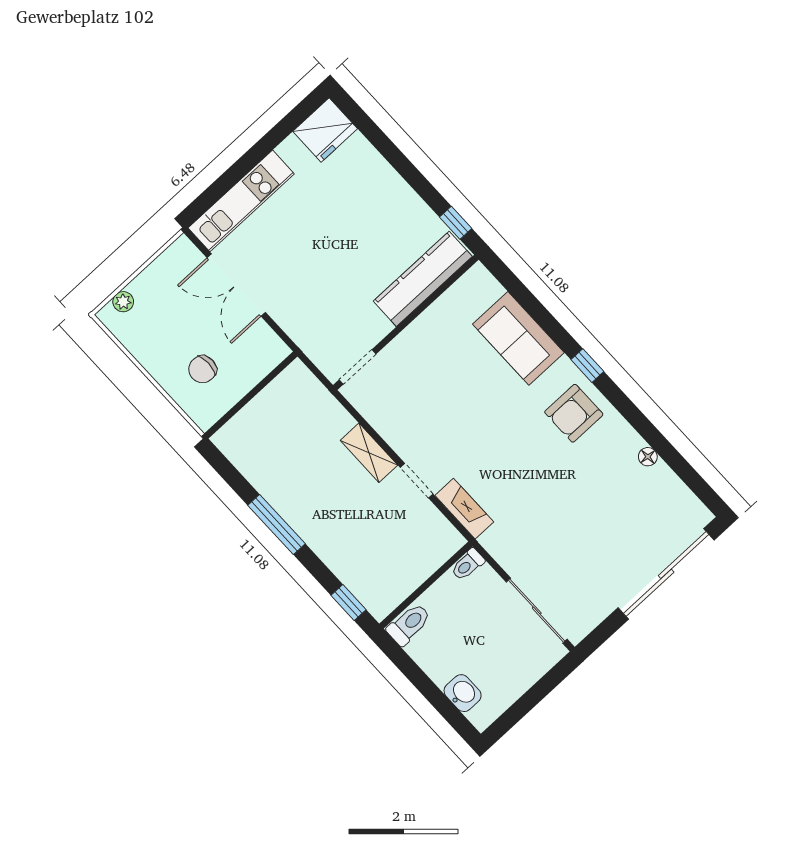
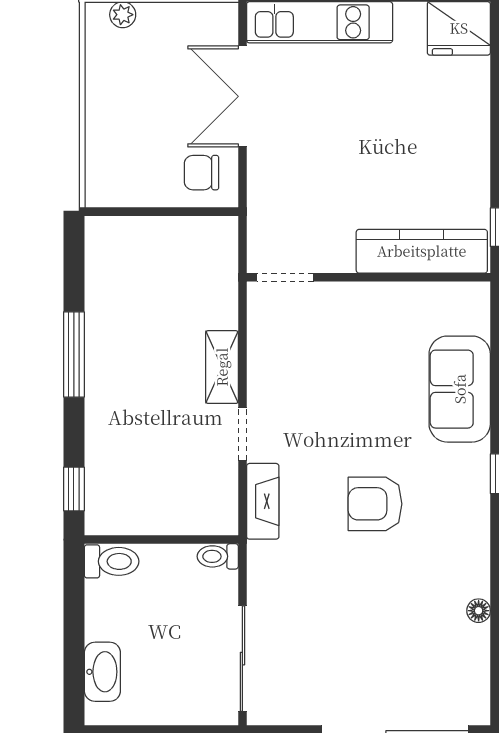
chair: (202, 369) -> (201, 173), moved
armchair: (574, 413) -> (375, 504), moved
washbasin: (463, 693) -> (102, 672), width x1.38

